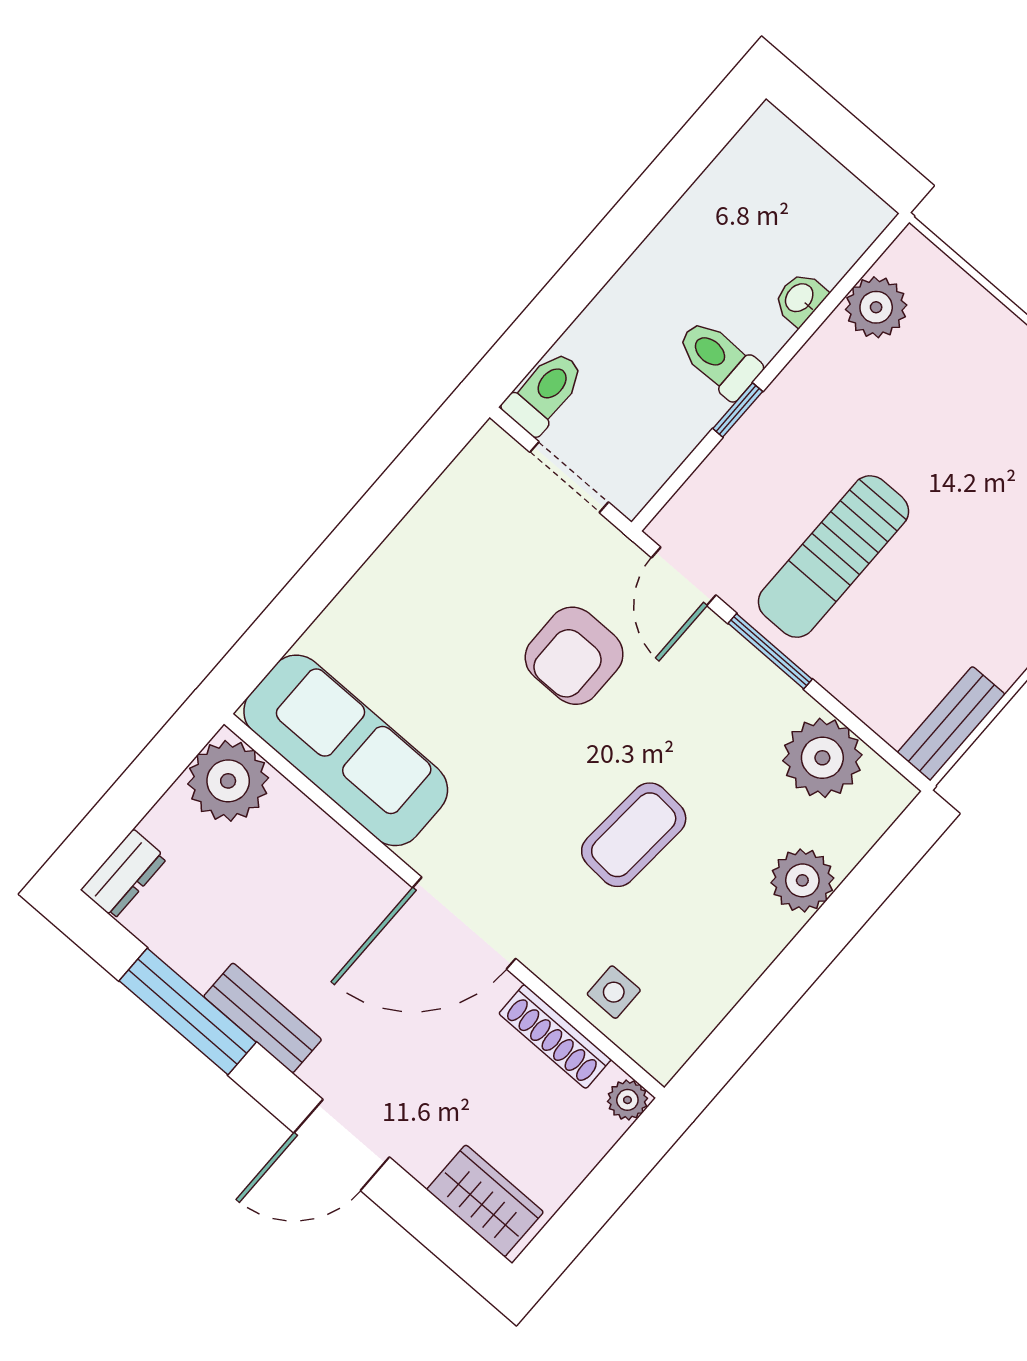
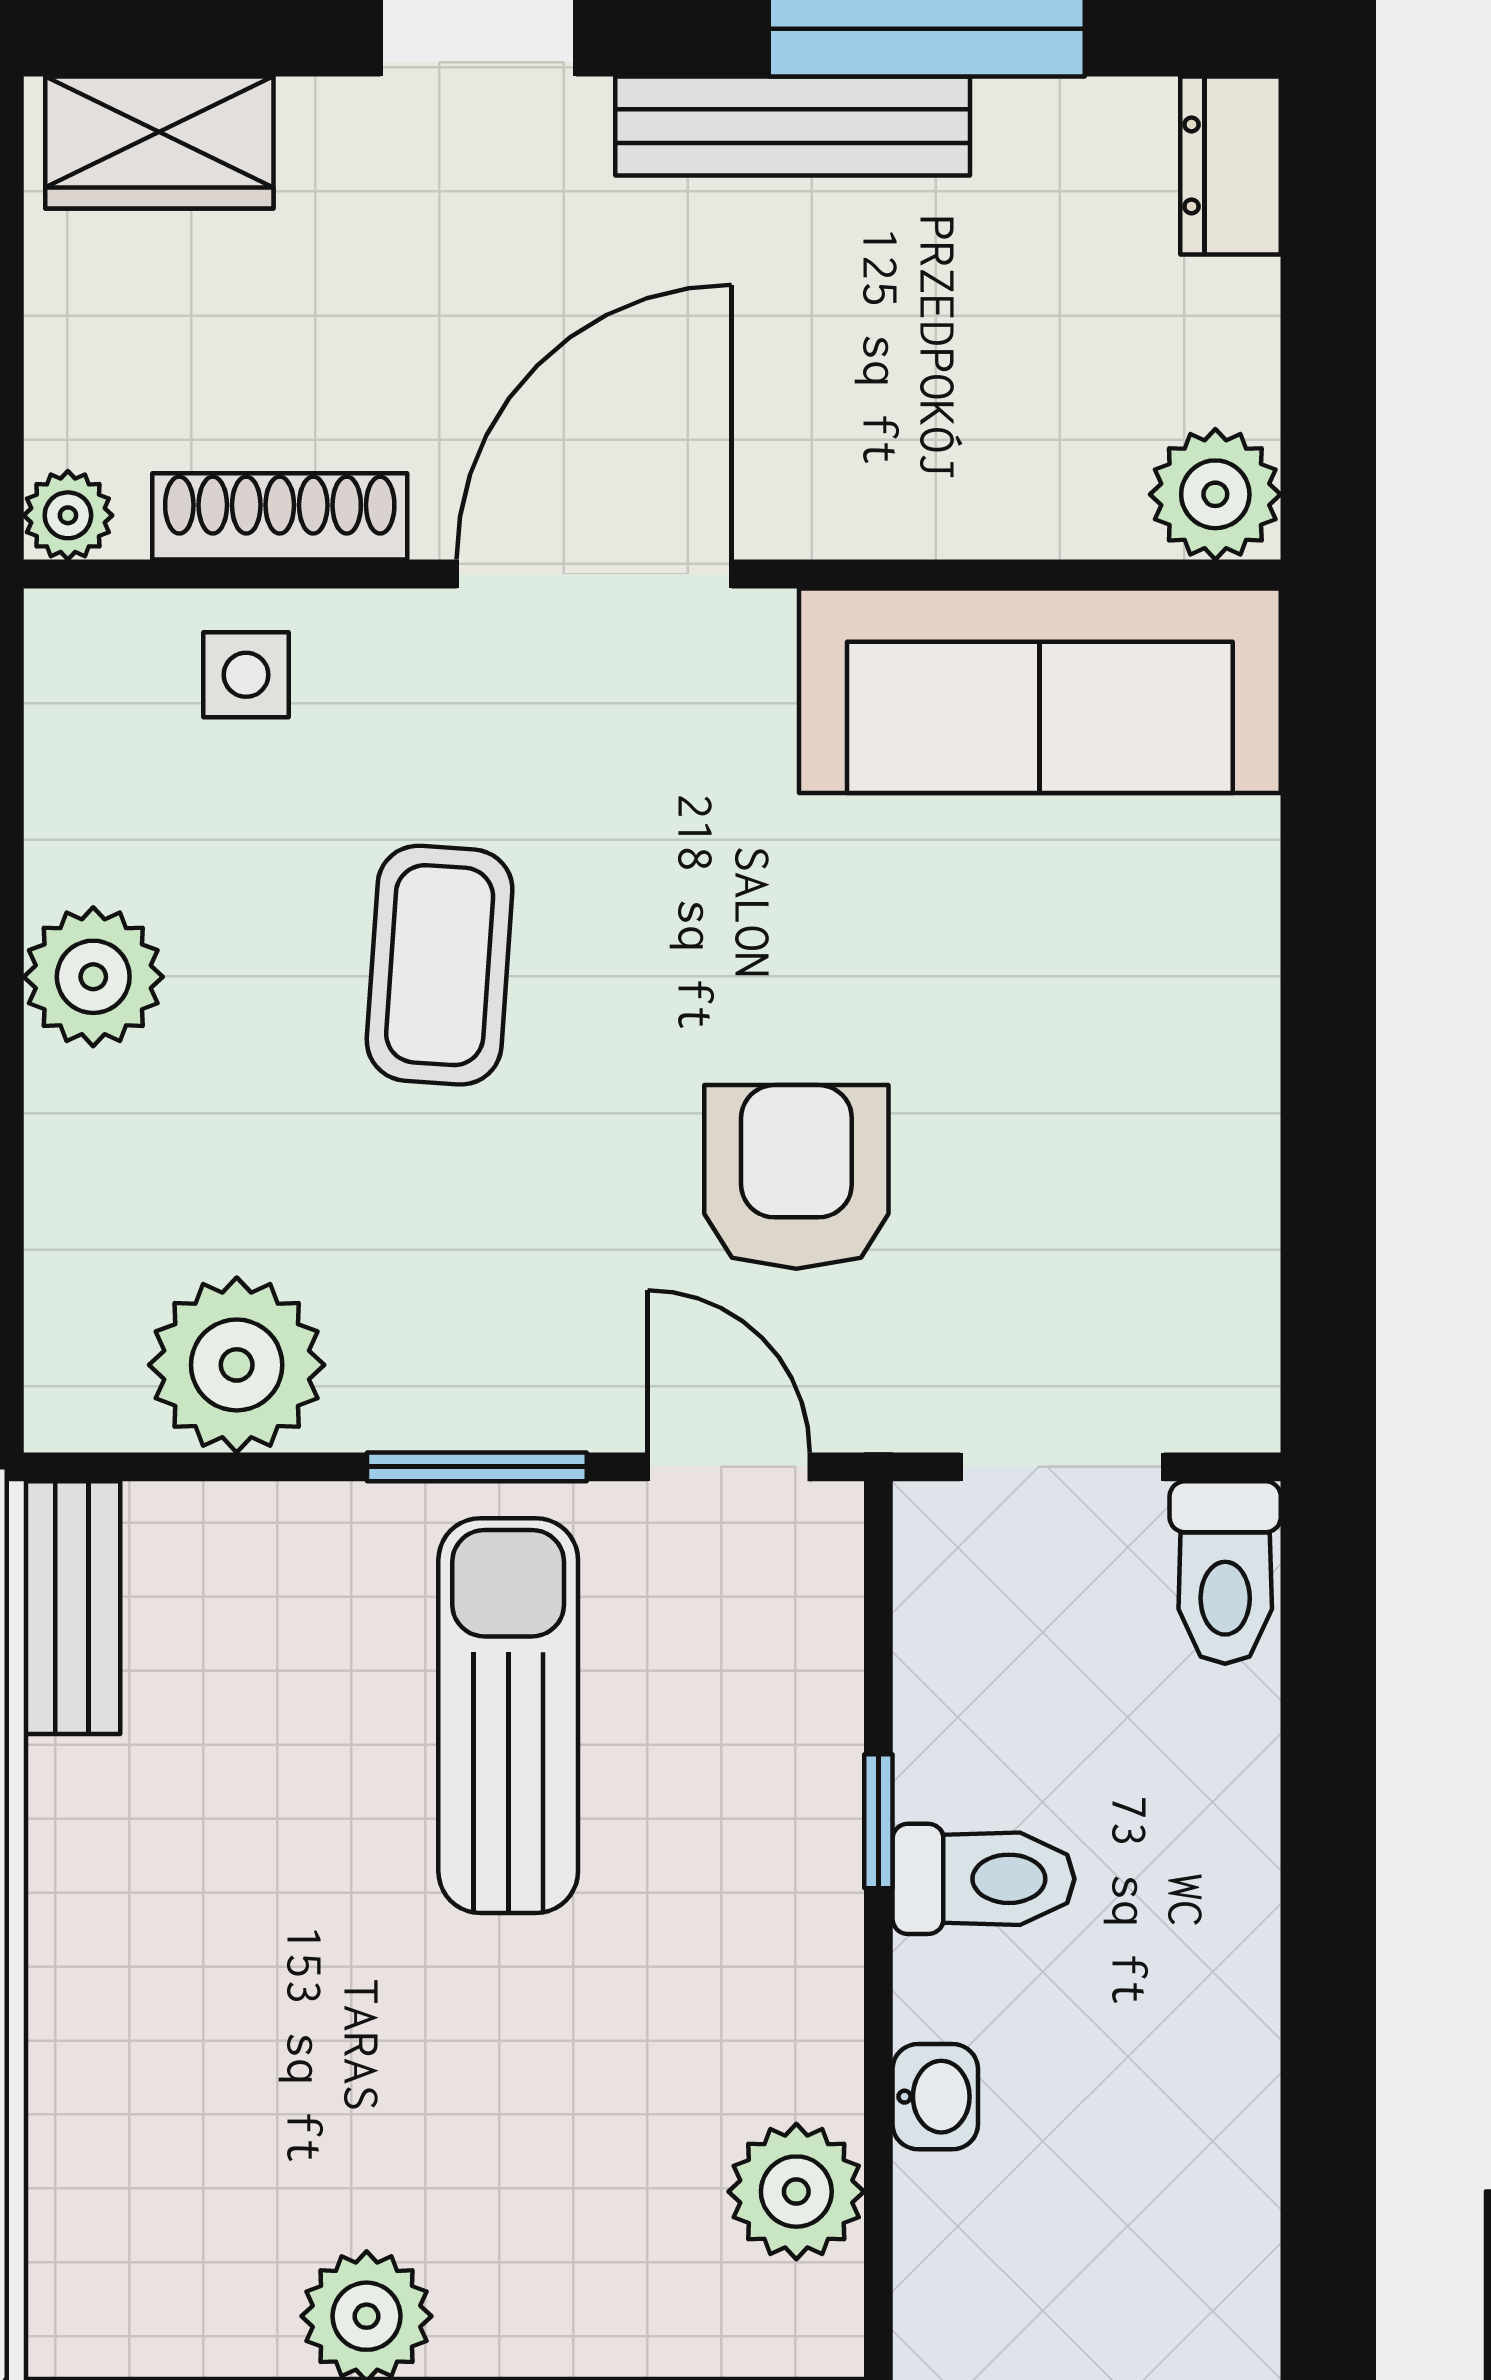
plant: (228, 781) -> (1215, 494), width x0.73, depth x0.73
plant: (802, 880) -> (93, 977), moved
bench: (263, 1018) -> (793, 126), width x1.36

